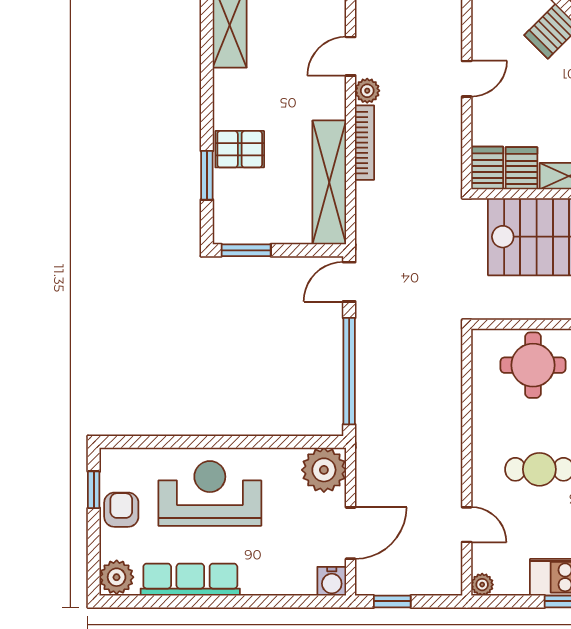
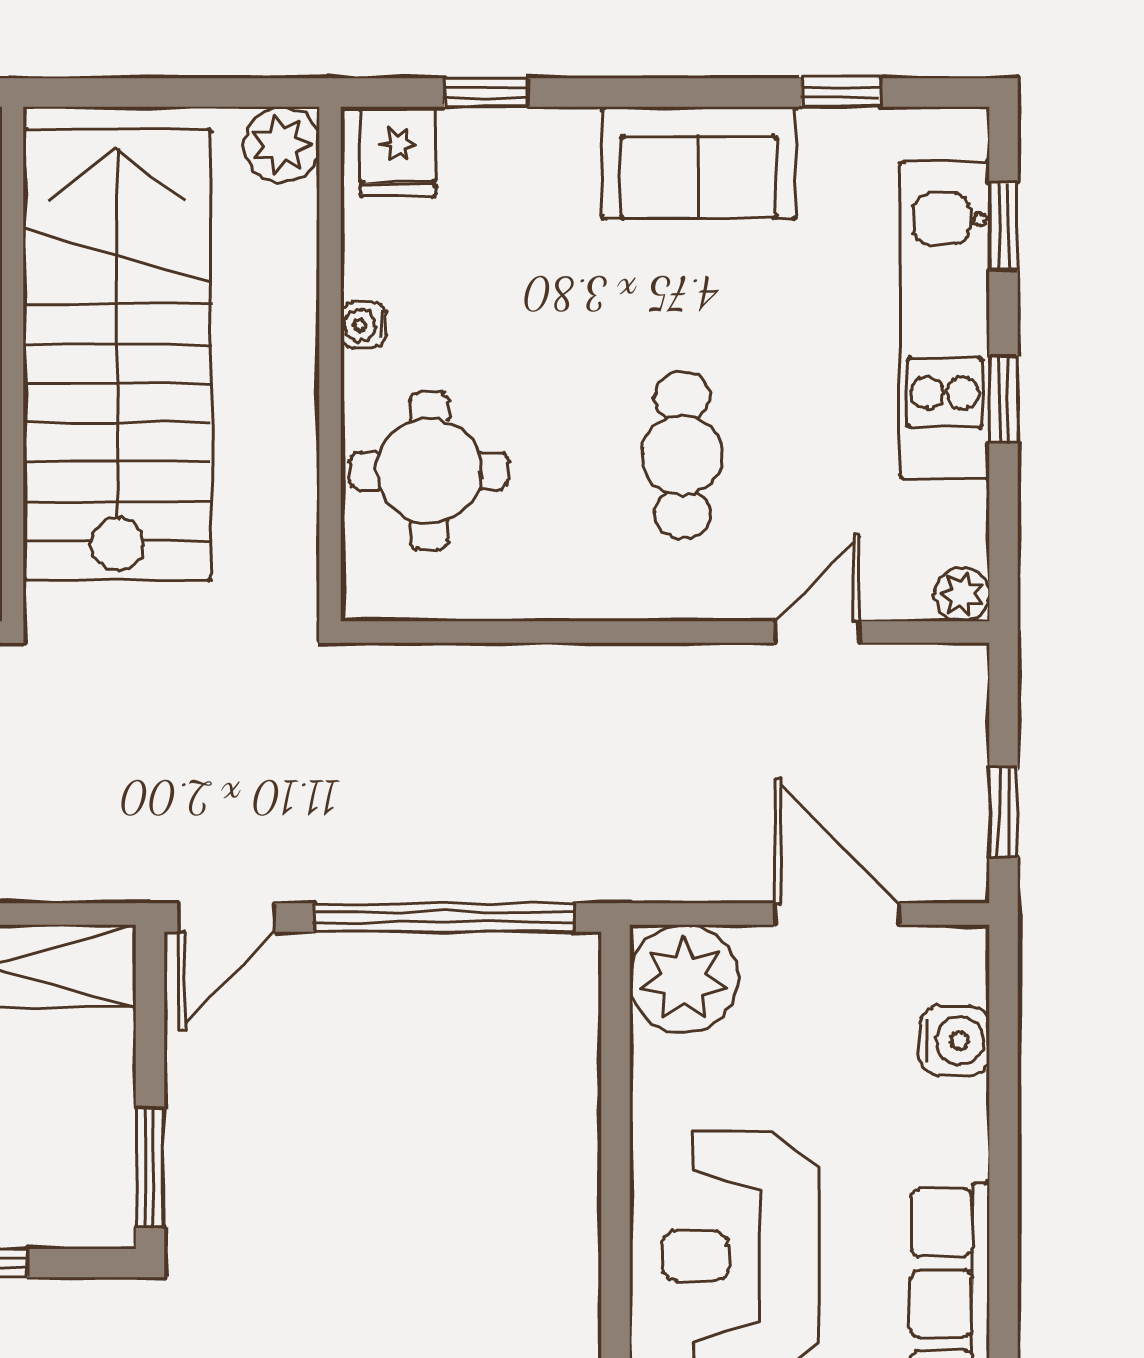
door: (349, 282) -> (227, 918), hinge flipped
water cooler: (332, 581) -> (954, 1041), moved

